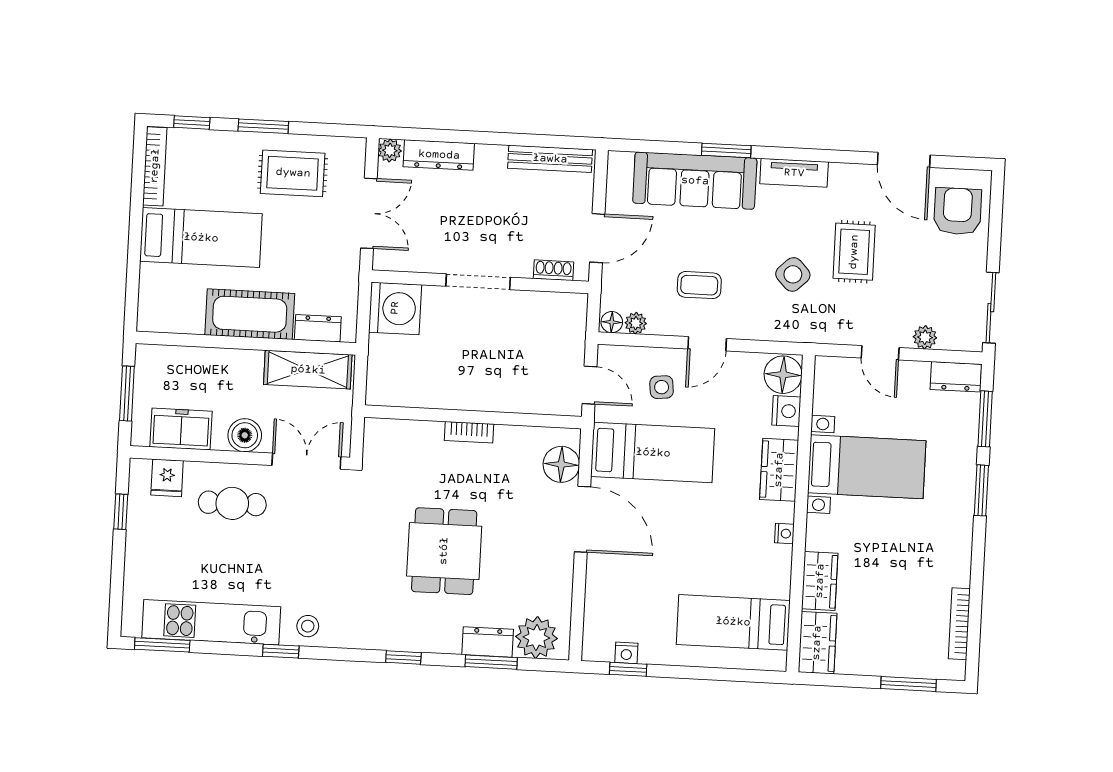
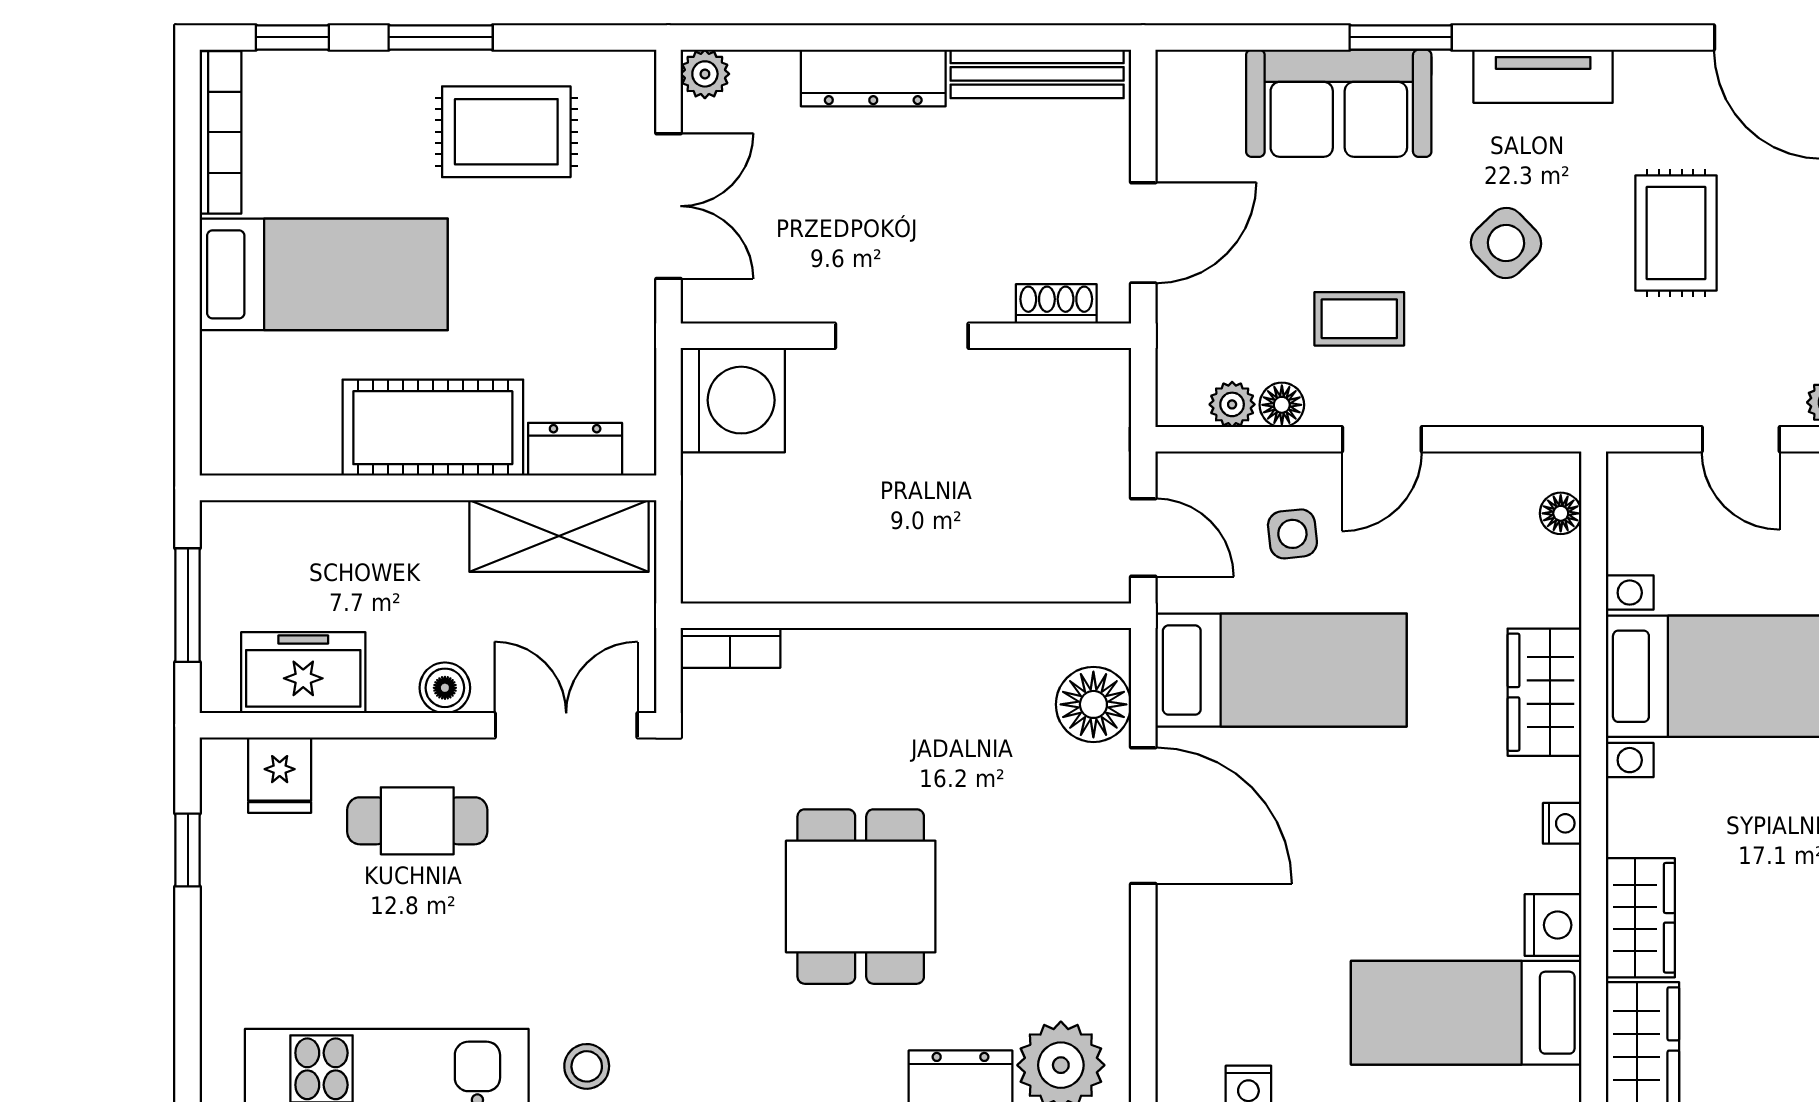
dresser: (439, 155) -> (873, 78), moved
sofa: (695, 181) -> (1339, 103), width x0.73
side table: (793, 274) -> (1506, 243), moved
floor lamp: (612, 322) -> (1282, 405), moved
floor lamp: (783, 375) -> (1561, 513), width x0.53, depth x0.53
nightstand: (786, 411) -> (1553, 925), moved
bookcase: (469, 432) -> (730, 648), moved
boiler: (245, 435) -> (445, 688), width x0.73, depth x0.73

